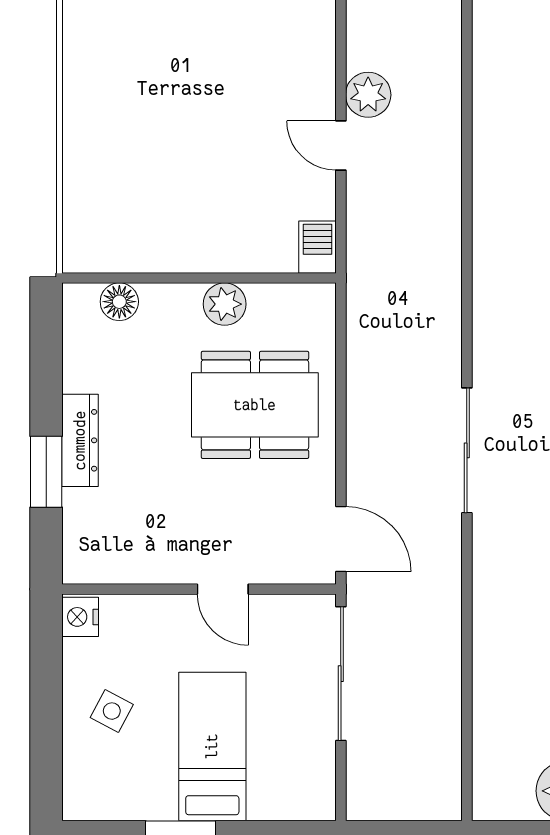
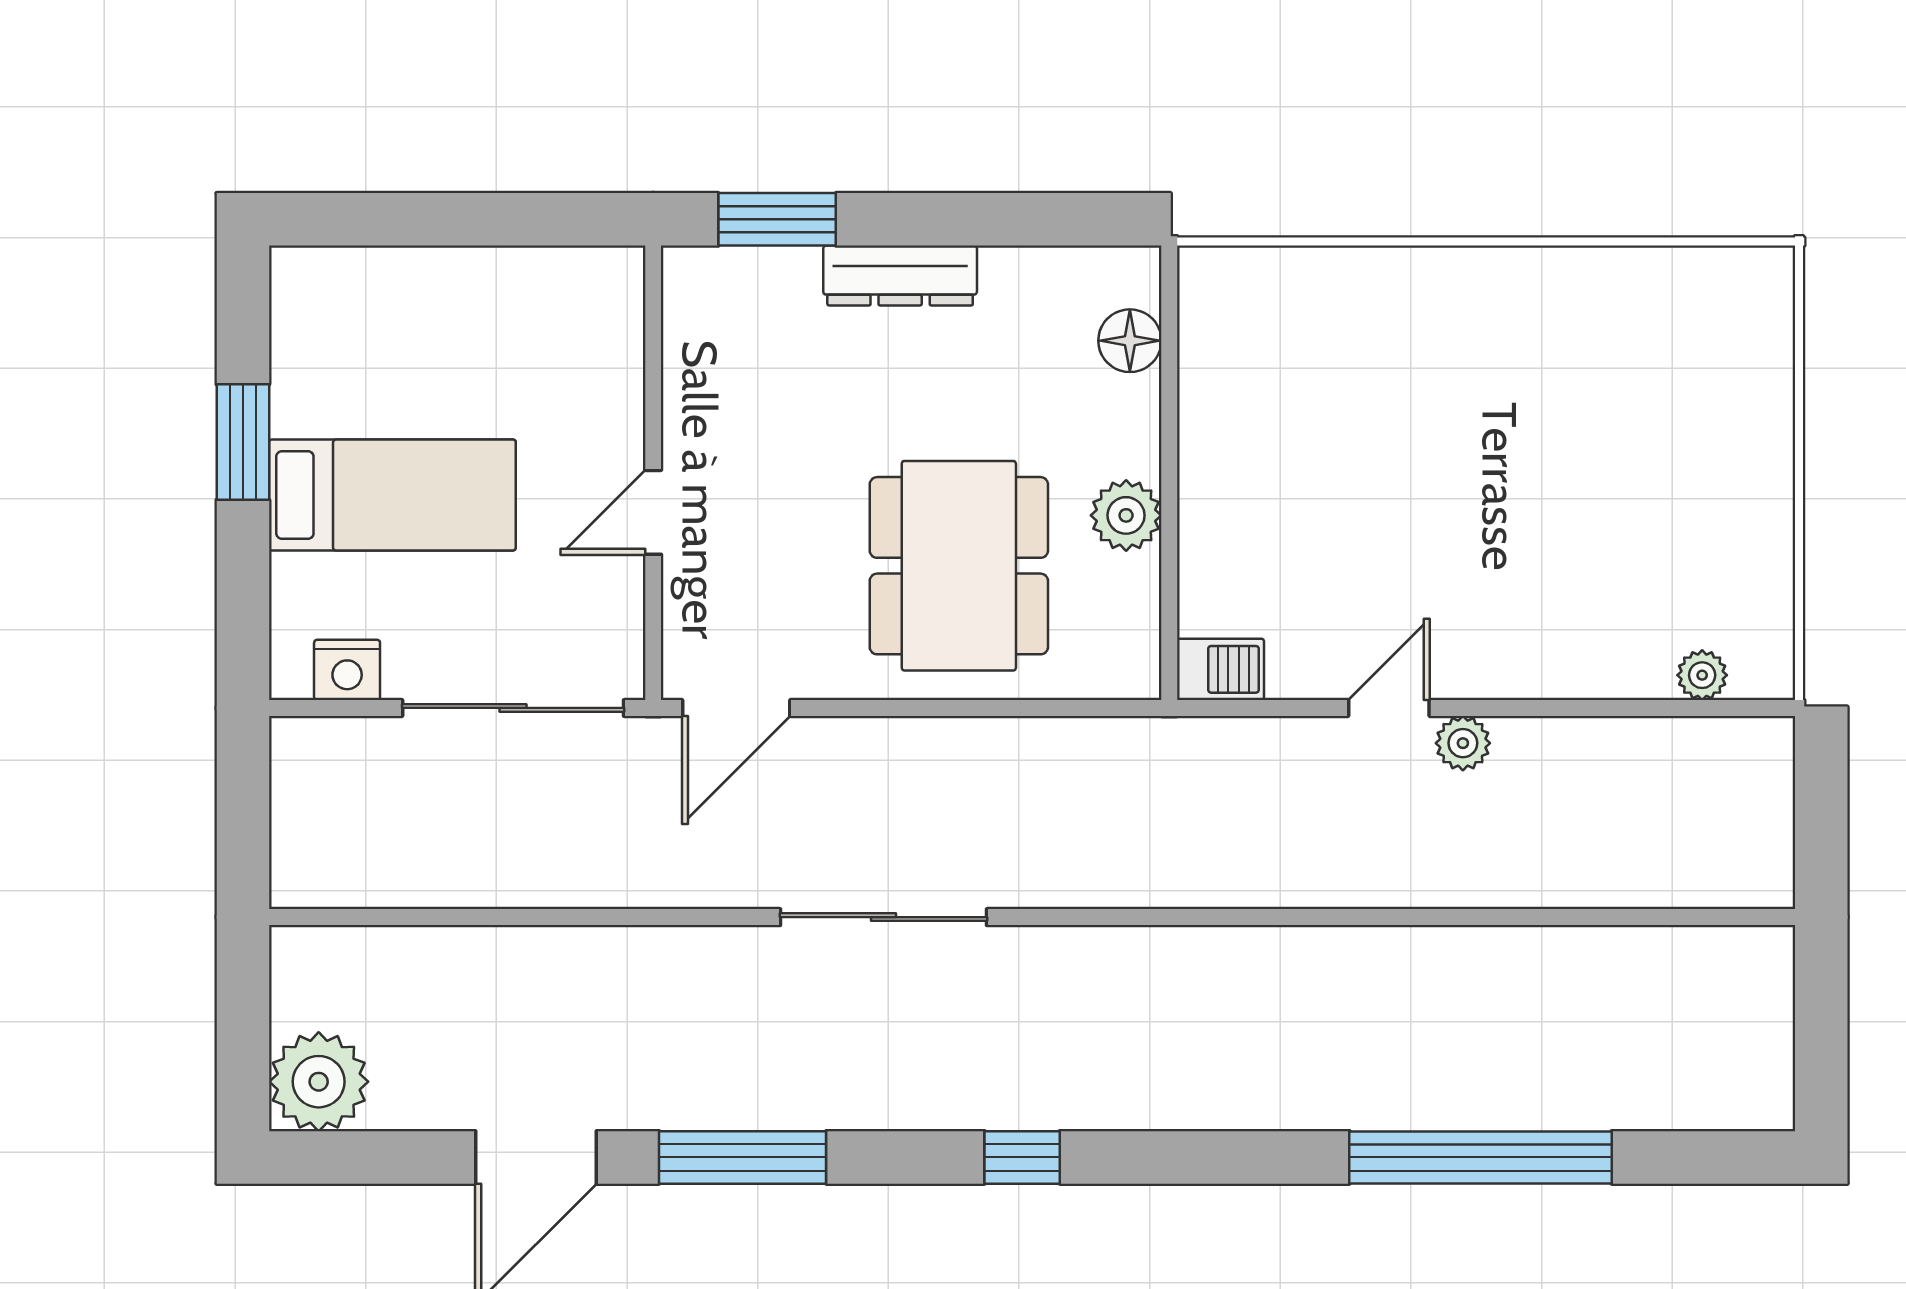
plant: (368, 95) -> (1463, 743), width x0.73, depth x0.73
window: (46, 472) -> (777, 219), moved
nightstand: (80, 617) -> (347, 670), moved, turned 180
side table: (112, 711) -> (451, 328), removed

